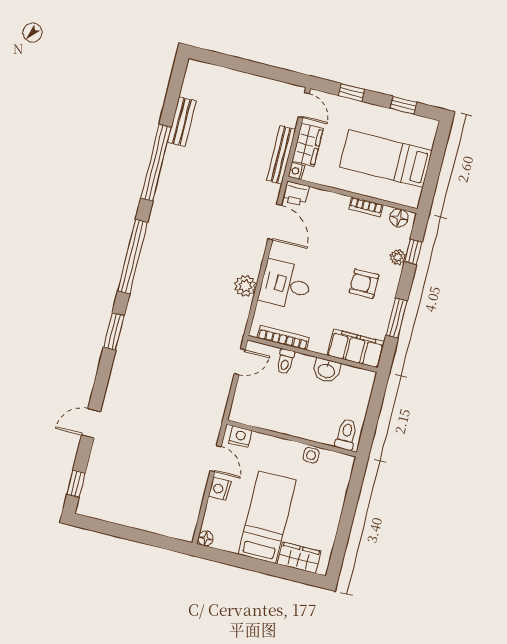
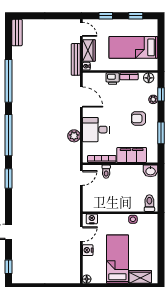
bench: (182, 122) -> (17, 33), moved
printer: (296, 194) -> (113, 79), moved
filing cabinet: (356, 349) -> (132, 155), moved
washbasin: (326, 370) -> (151, 171), moved
door: (216, 459) -> (81, 234), hinge flipped

